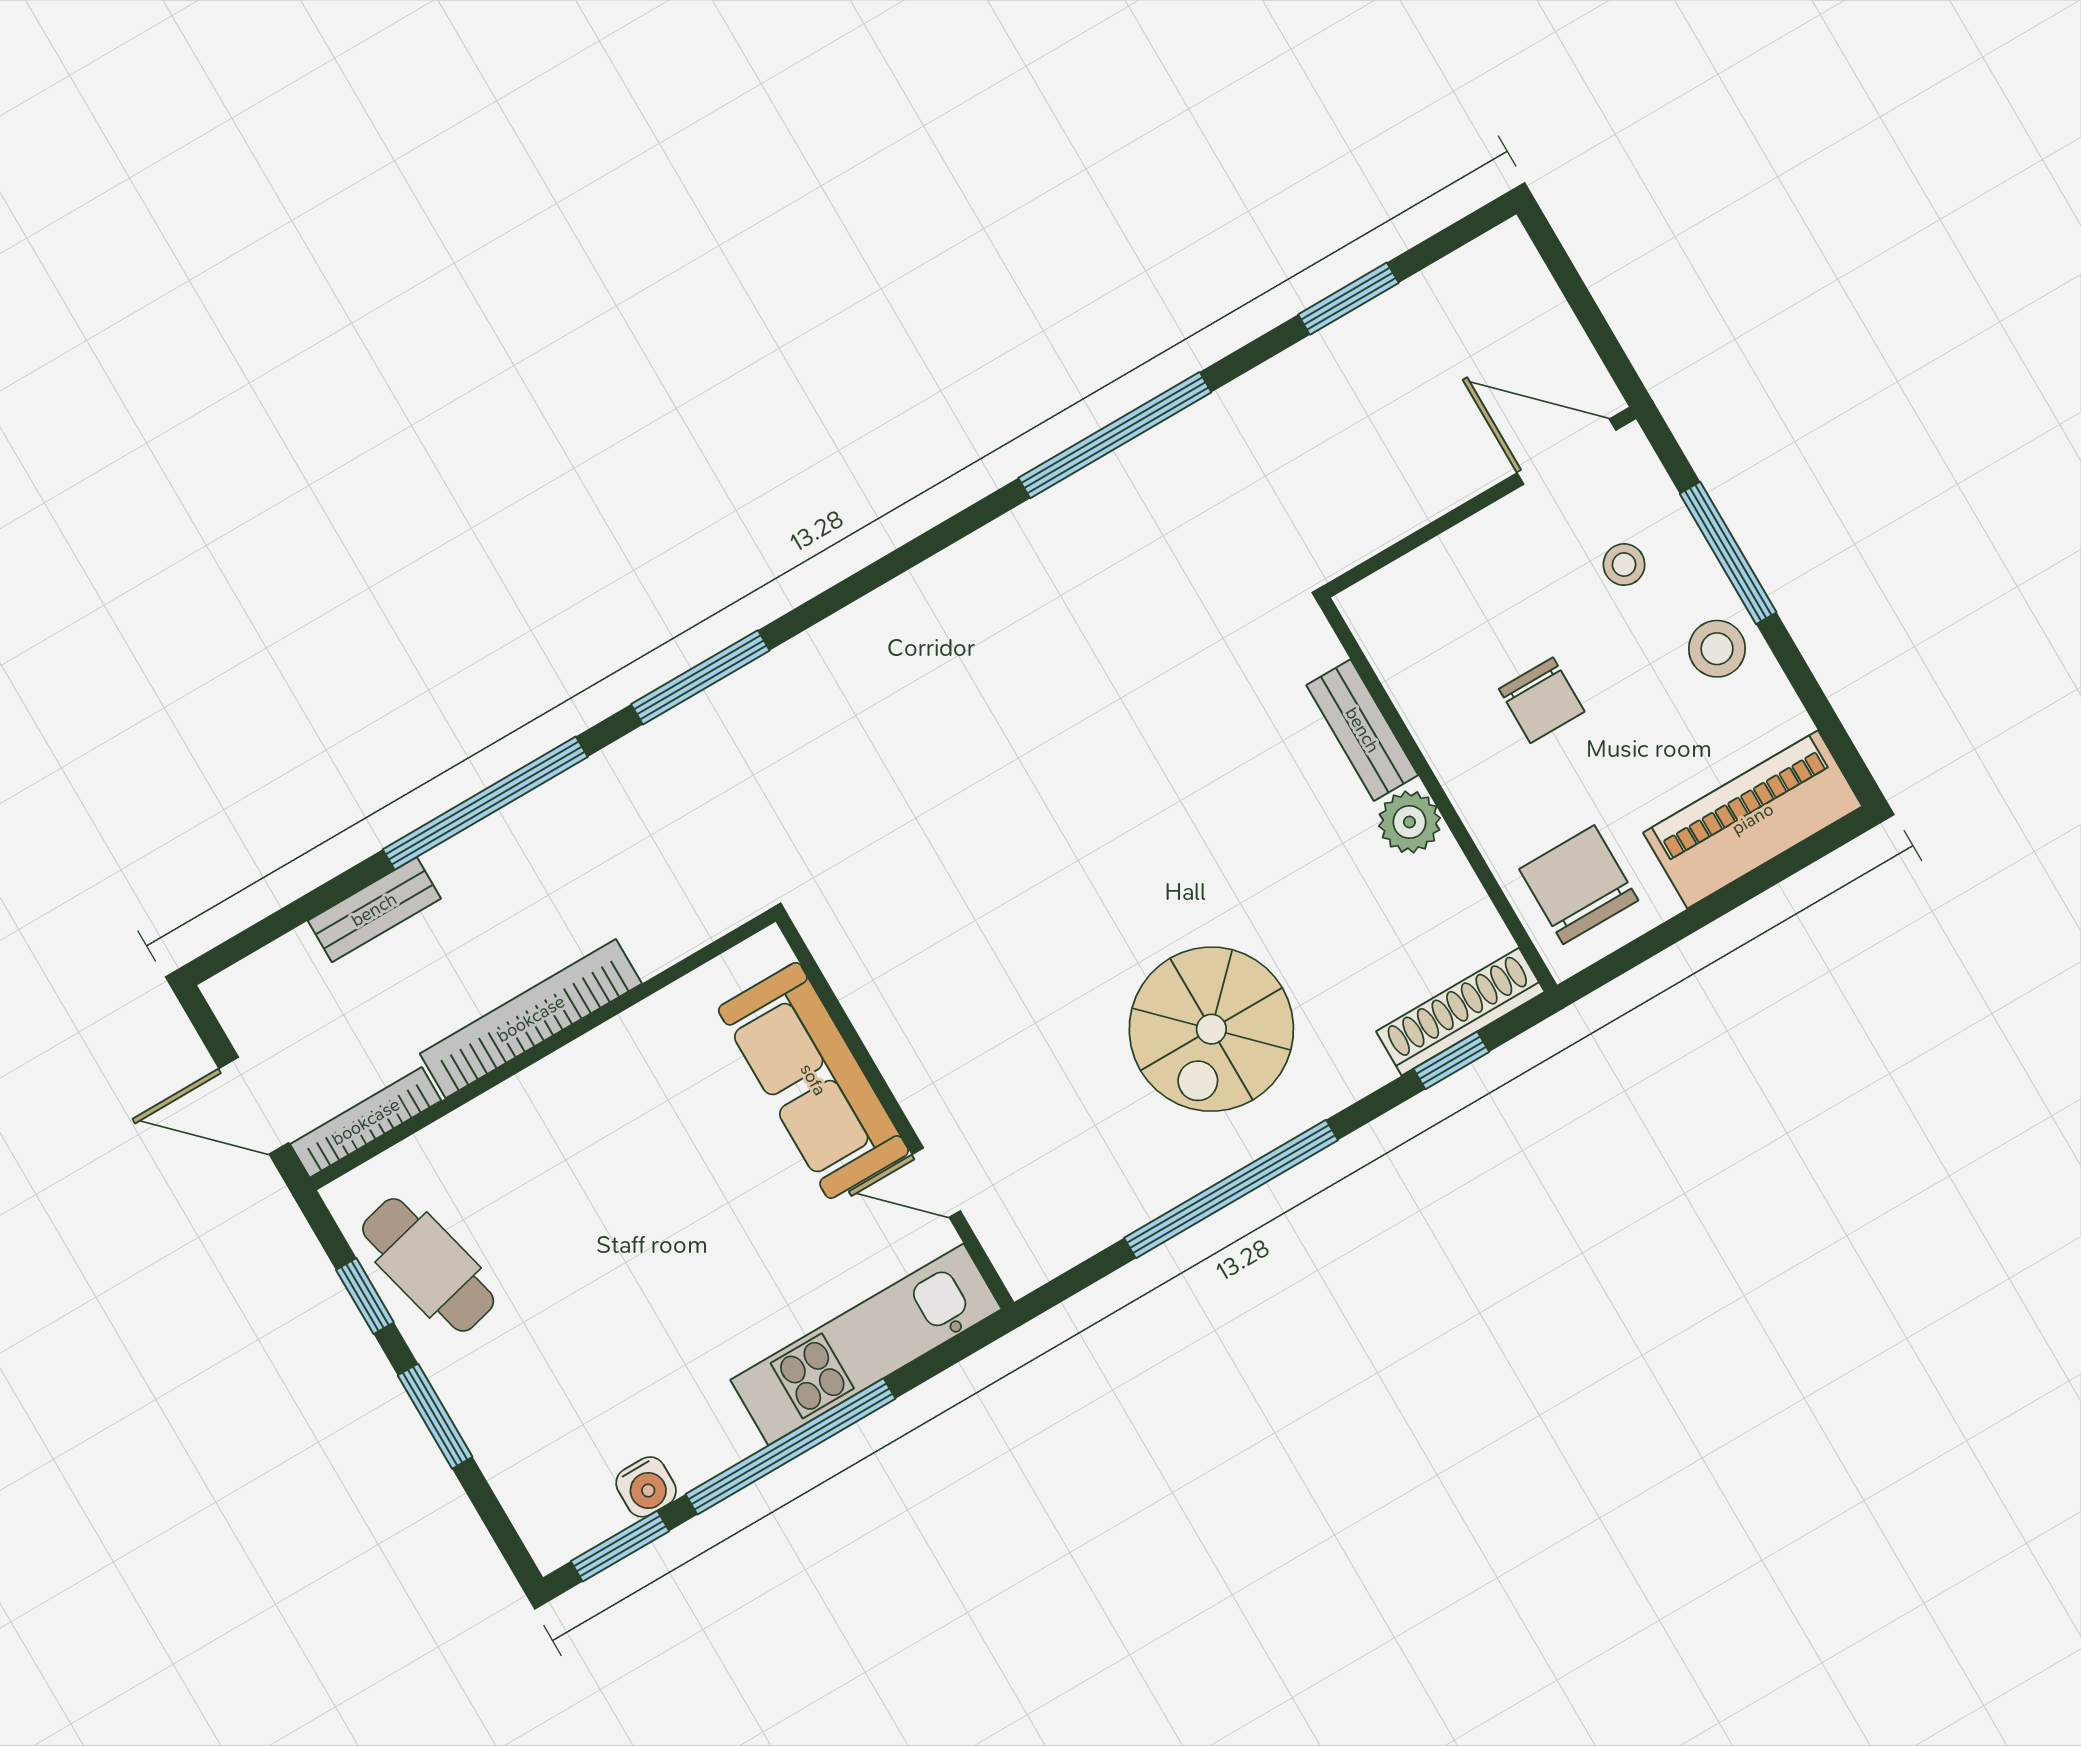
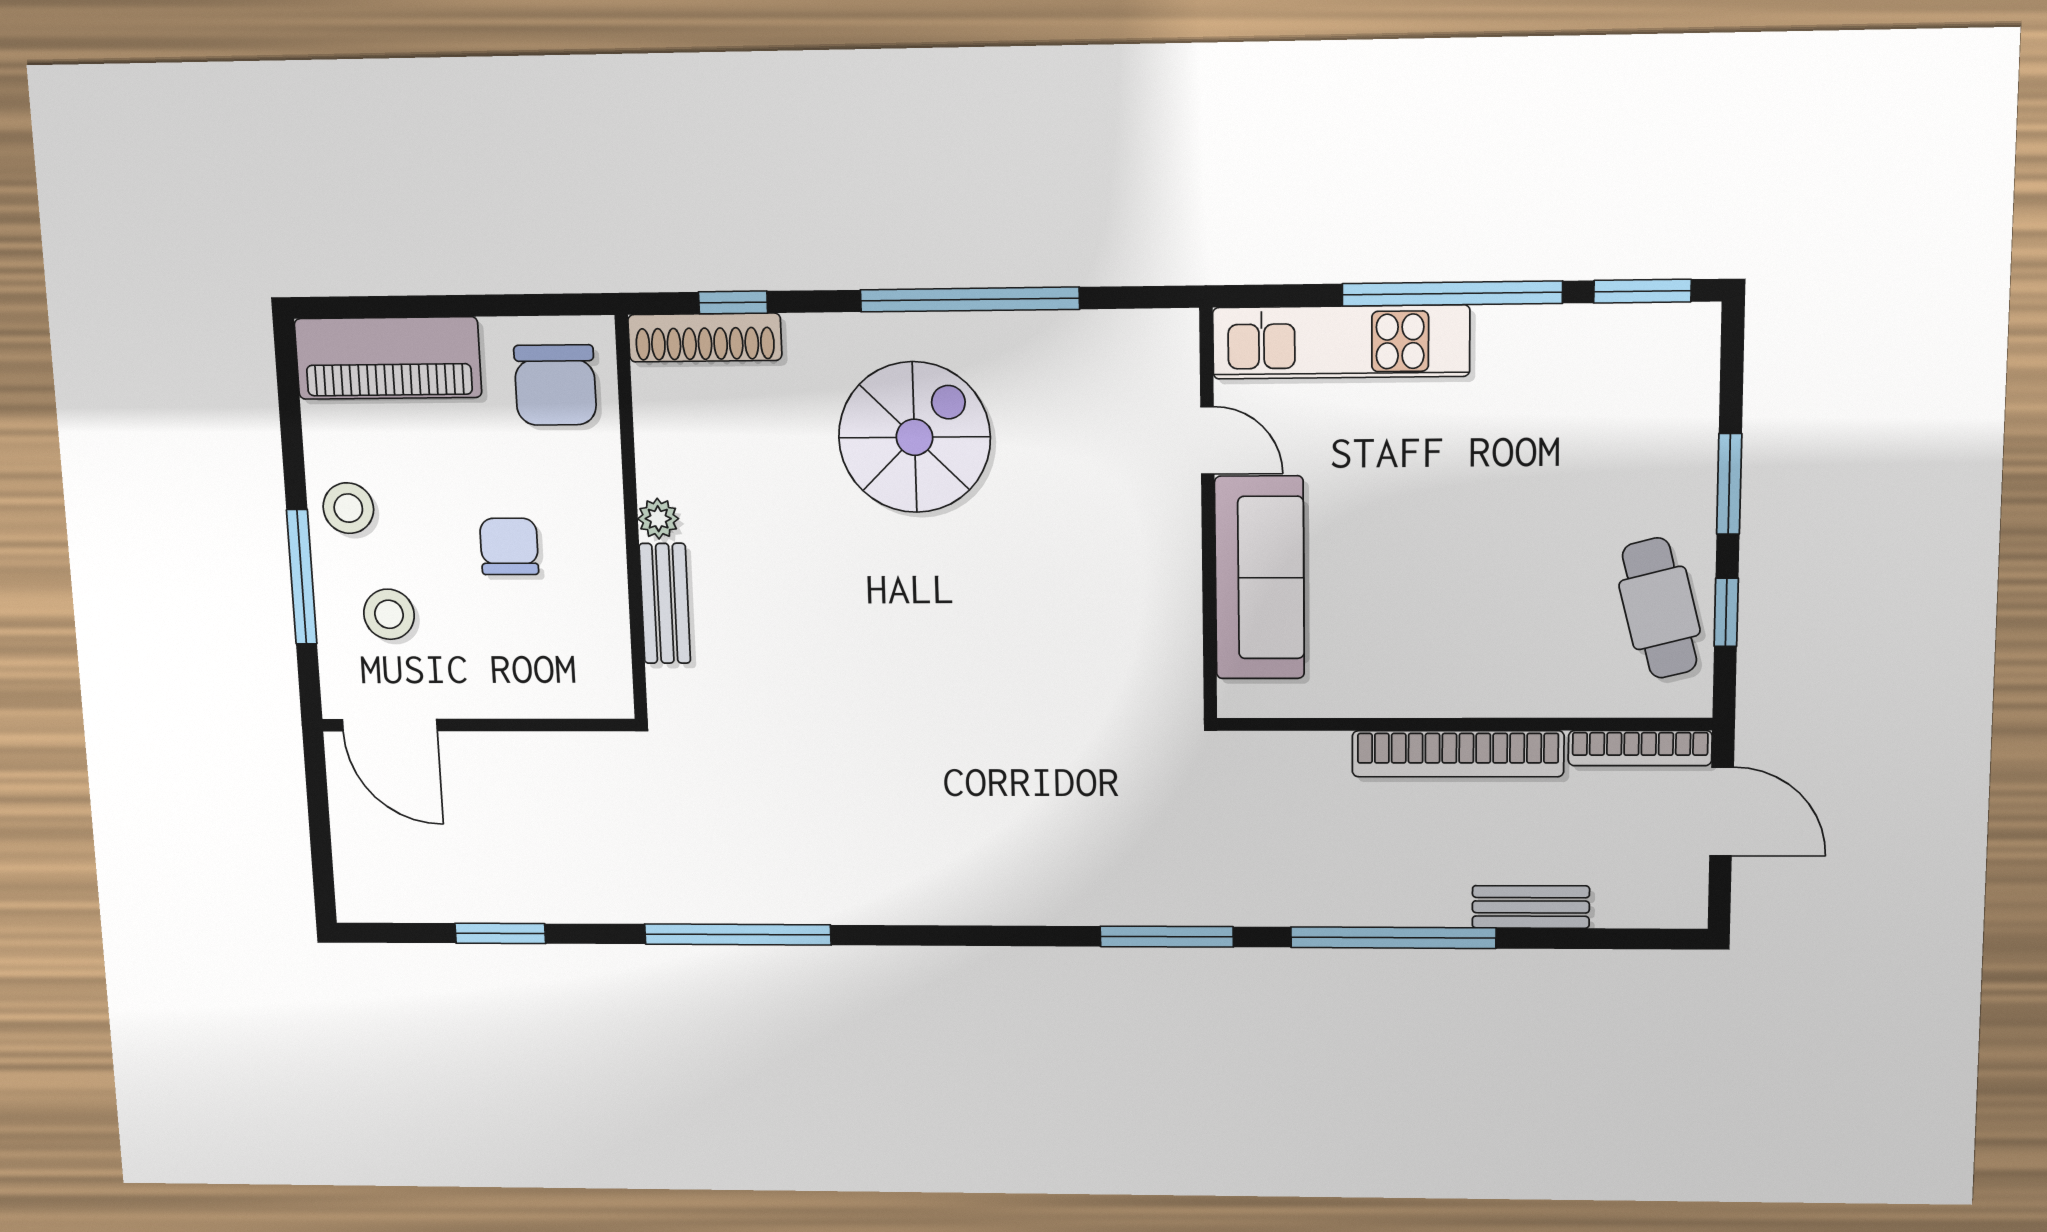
stool: (1624, 565) -> (389, 614), width x1.37, depth x1.37
plant: (1409, 822) -> (658, 519), width x0.73, depth x0.73
water cooler: (646, 1487) -> (1591, 328), removed

